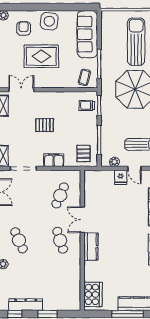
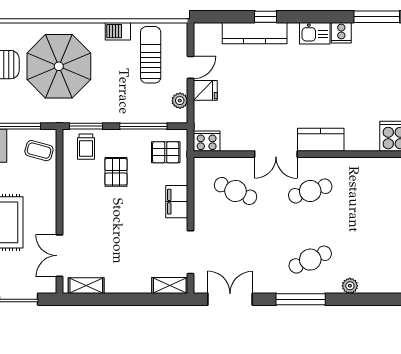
pallet: (45, 125) -> (116, 172), moved
cooker: (90, 178) -> (207, 141), added

